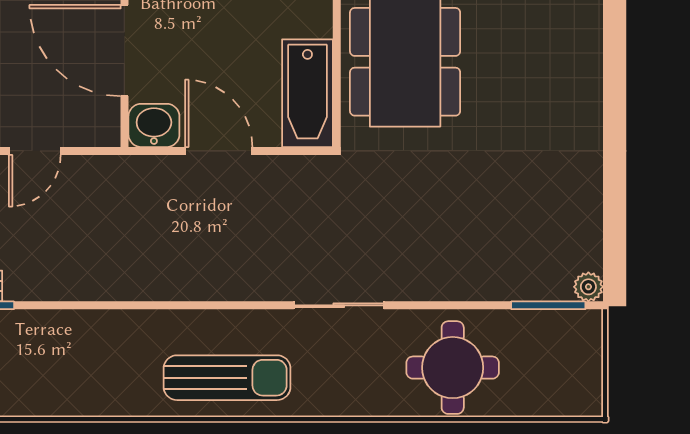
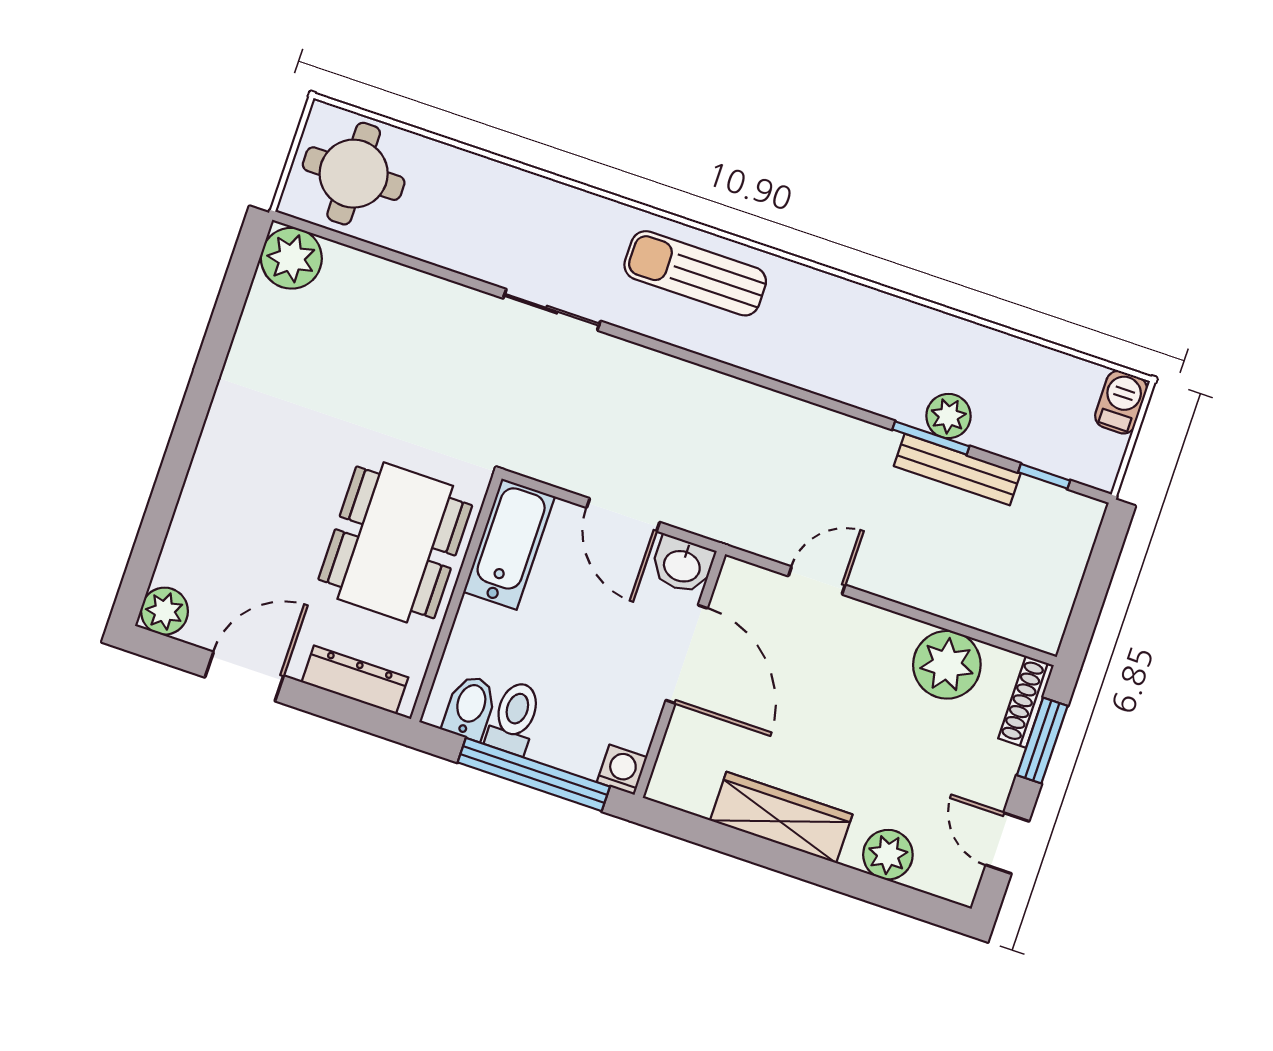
plant: (588, 287) -> (291, 258), width x1.87, depth x1.87
window: (548, 305) -> (331, 235), removed
round table: (453, 368) -> (354, 174), moved

